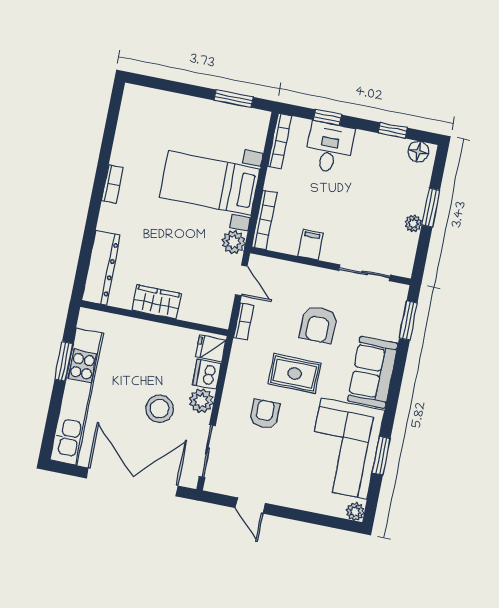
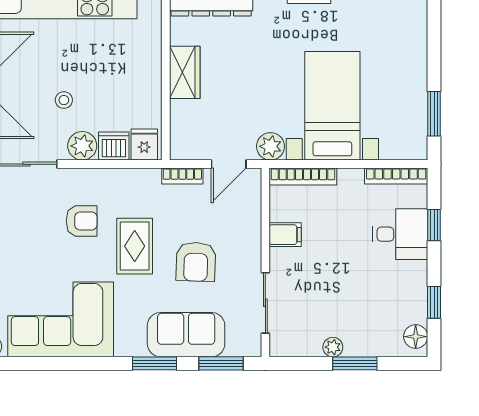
armchair: (318, 325) -> (196, 262), turned -88
sofa: (373, 372) -> (186, 335), moved
stool: (160, 409) -> (64, 100), width x0.53, depth x0.53
window: (381, 456) -> (154, 363), moved

